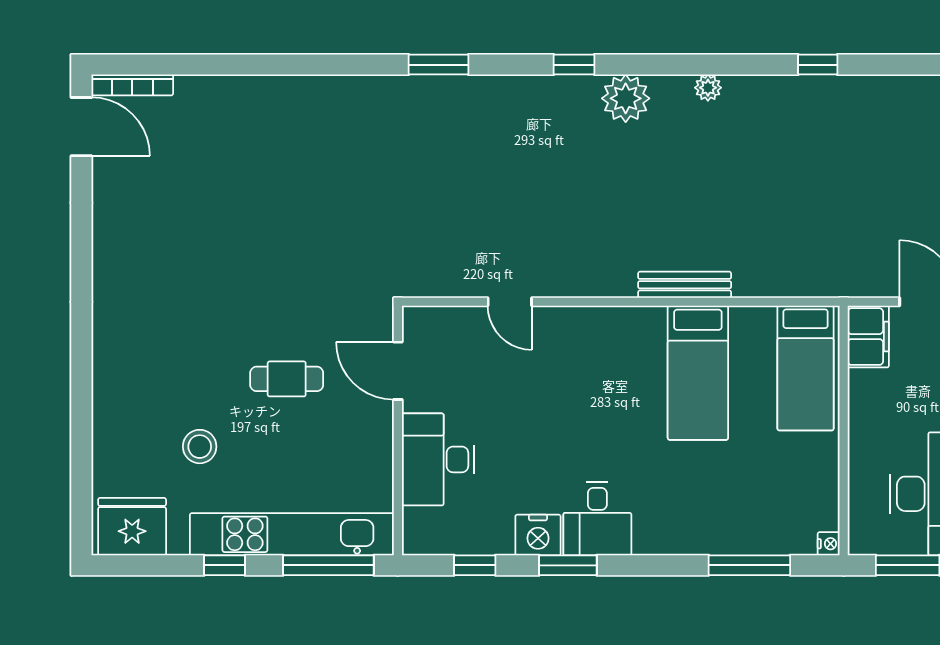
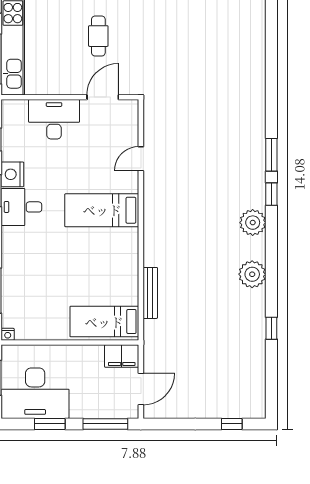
window: (439, 65) -> (271, 155), moved
plant: (708, 88) -> (252, 274), width x1.88, depth x1.88
bench: (685, 285) -> (150, 293), moved
bed: (698, 373) -> (102, 210), moved

